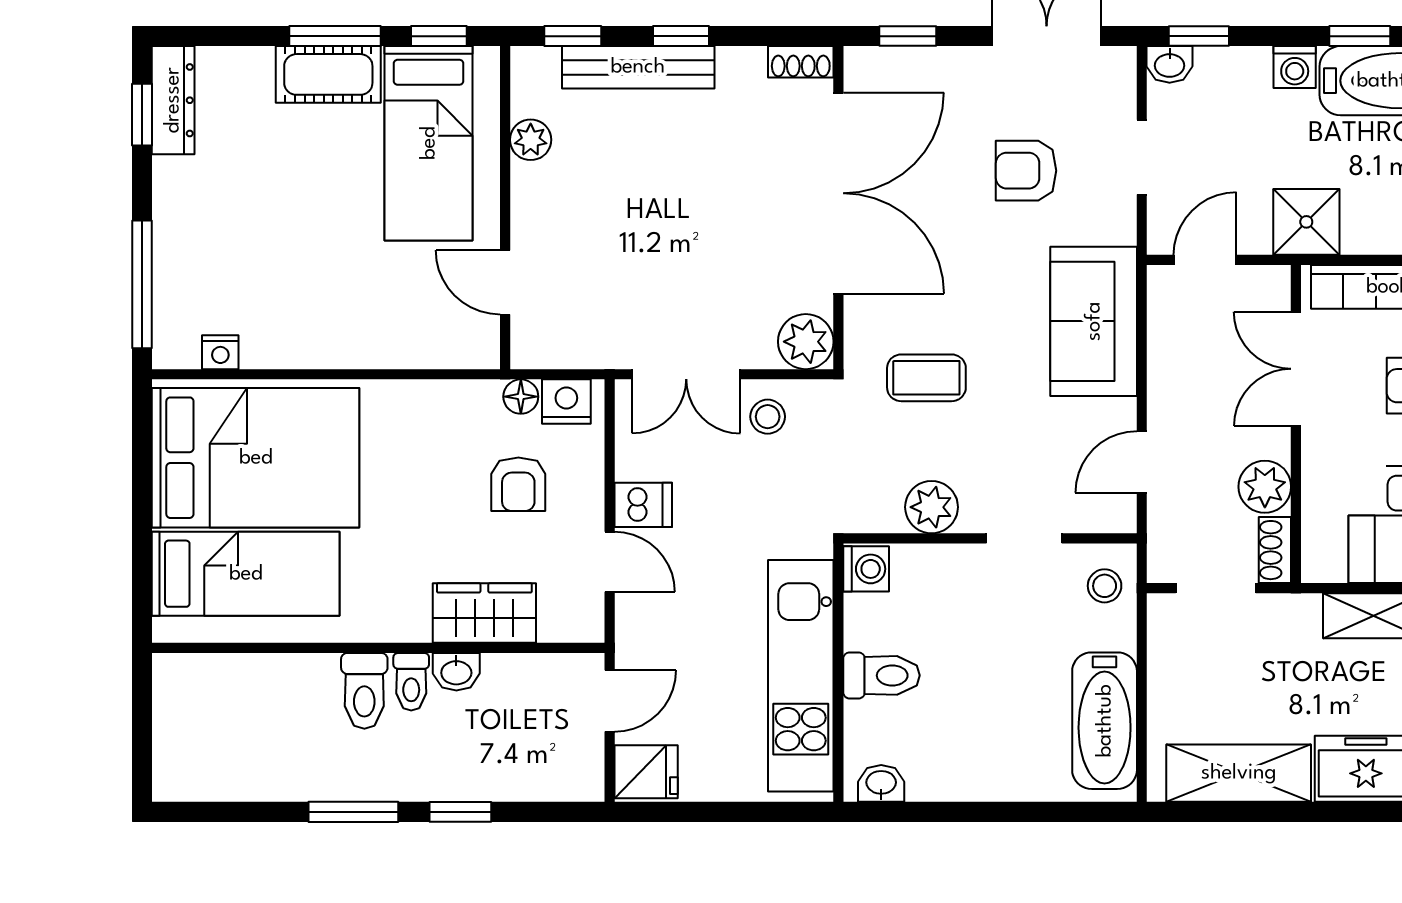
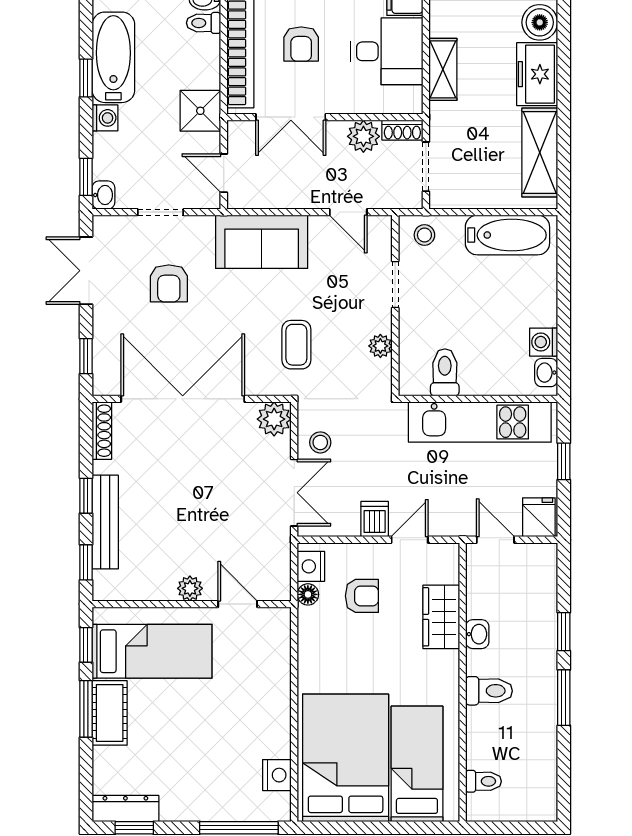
shoe rack: (801, 62) -> (102, 431), width x1.43
plant: (531, 140) -> (190, 588), moved
door: (505, 282) -> (238, 604), swing flipped
nightstand: (220, 352) -> (277, 775), width x1.39, depth x1.35
plant: (932, 507) -> (380, 346), width x0.73, depth x0.73
washing machine: (866, 569) -> (544, 342), moved, turned -90
toilet: (882, 675) -> (445, 372), moved
toilet: (411, 682) -> (483, 781), moved
window: (737, 812) -> (564, 461), added

